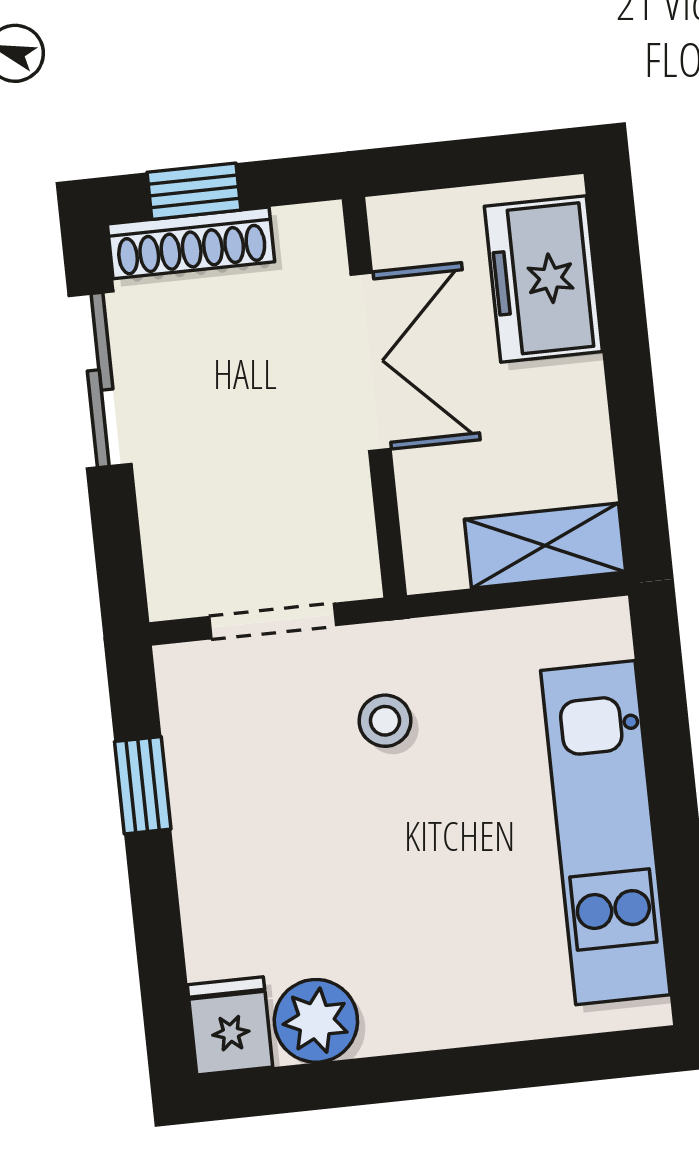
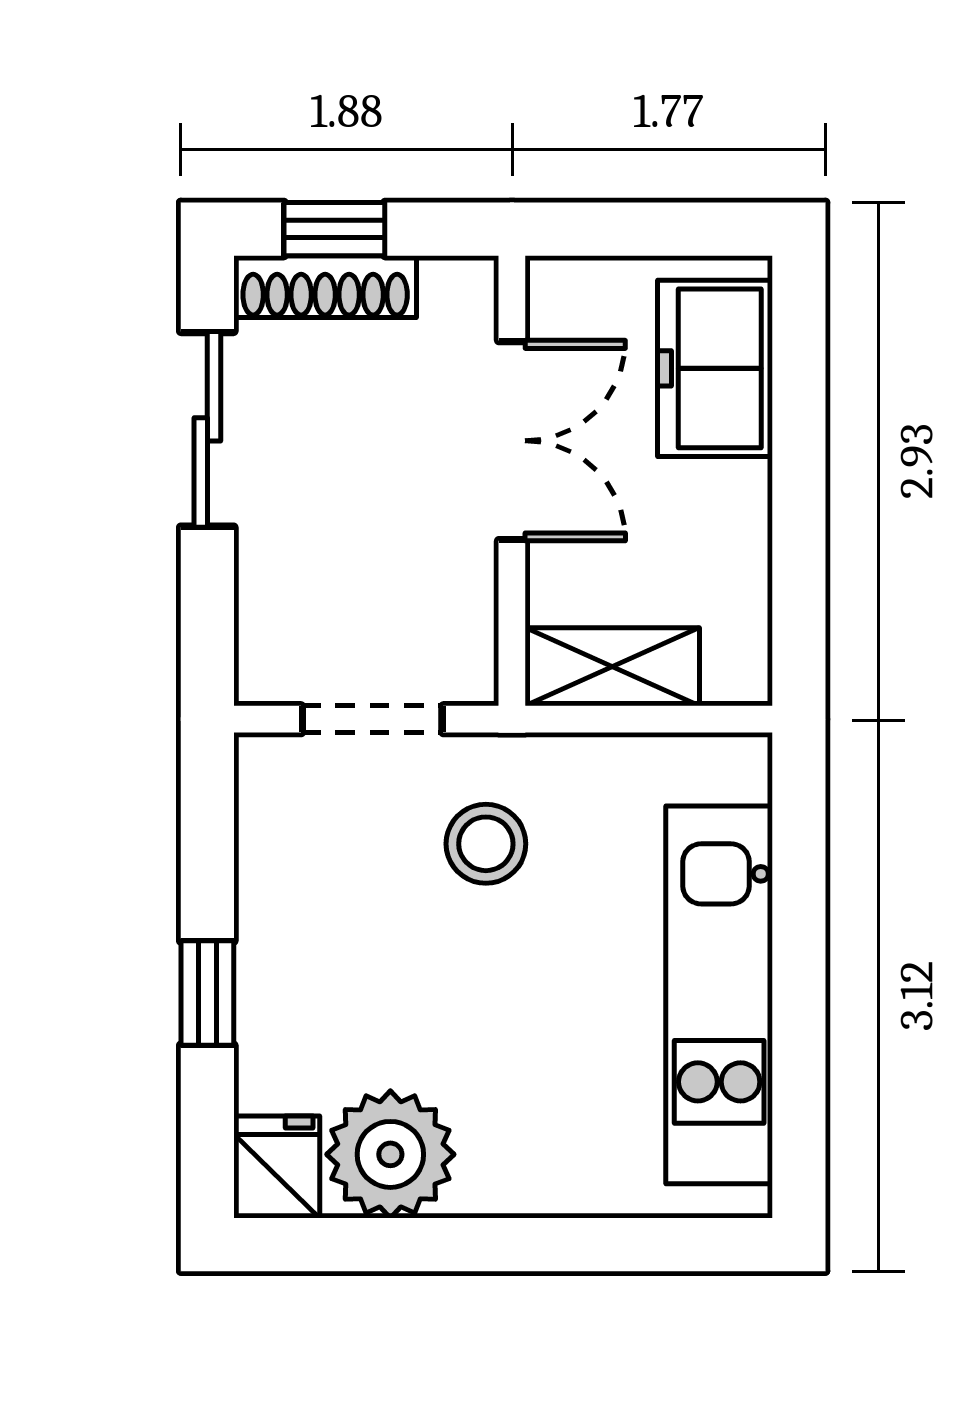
shelving: (545, 546) -> (612, 667), moved
stool: (385, 721) -> (486, 844), width x1.37, depth x1.37
window: (143, 785) -> (207, 993), moved
plant: (316, 1021) -> (390, 1154), width x1.36, depth x1.36

